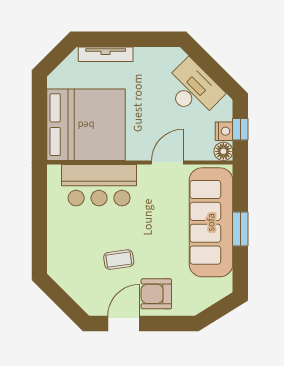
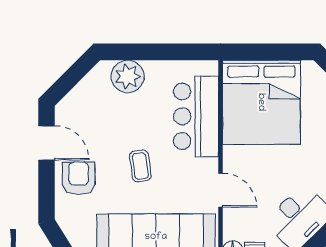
plant: (62, 249) -> (128, 76), added
coffee table: (119, 260) -> (140, 166), moved

